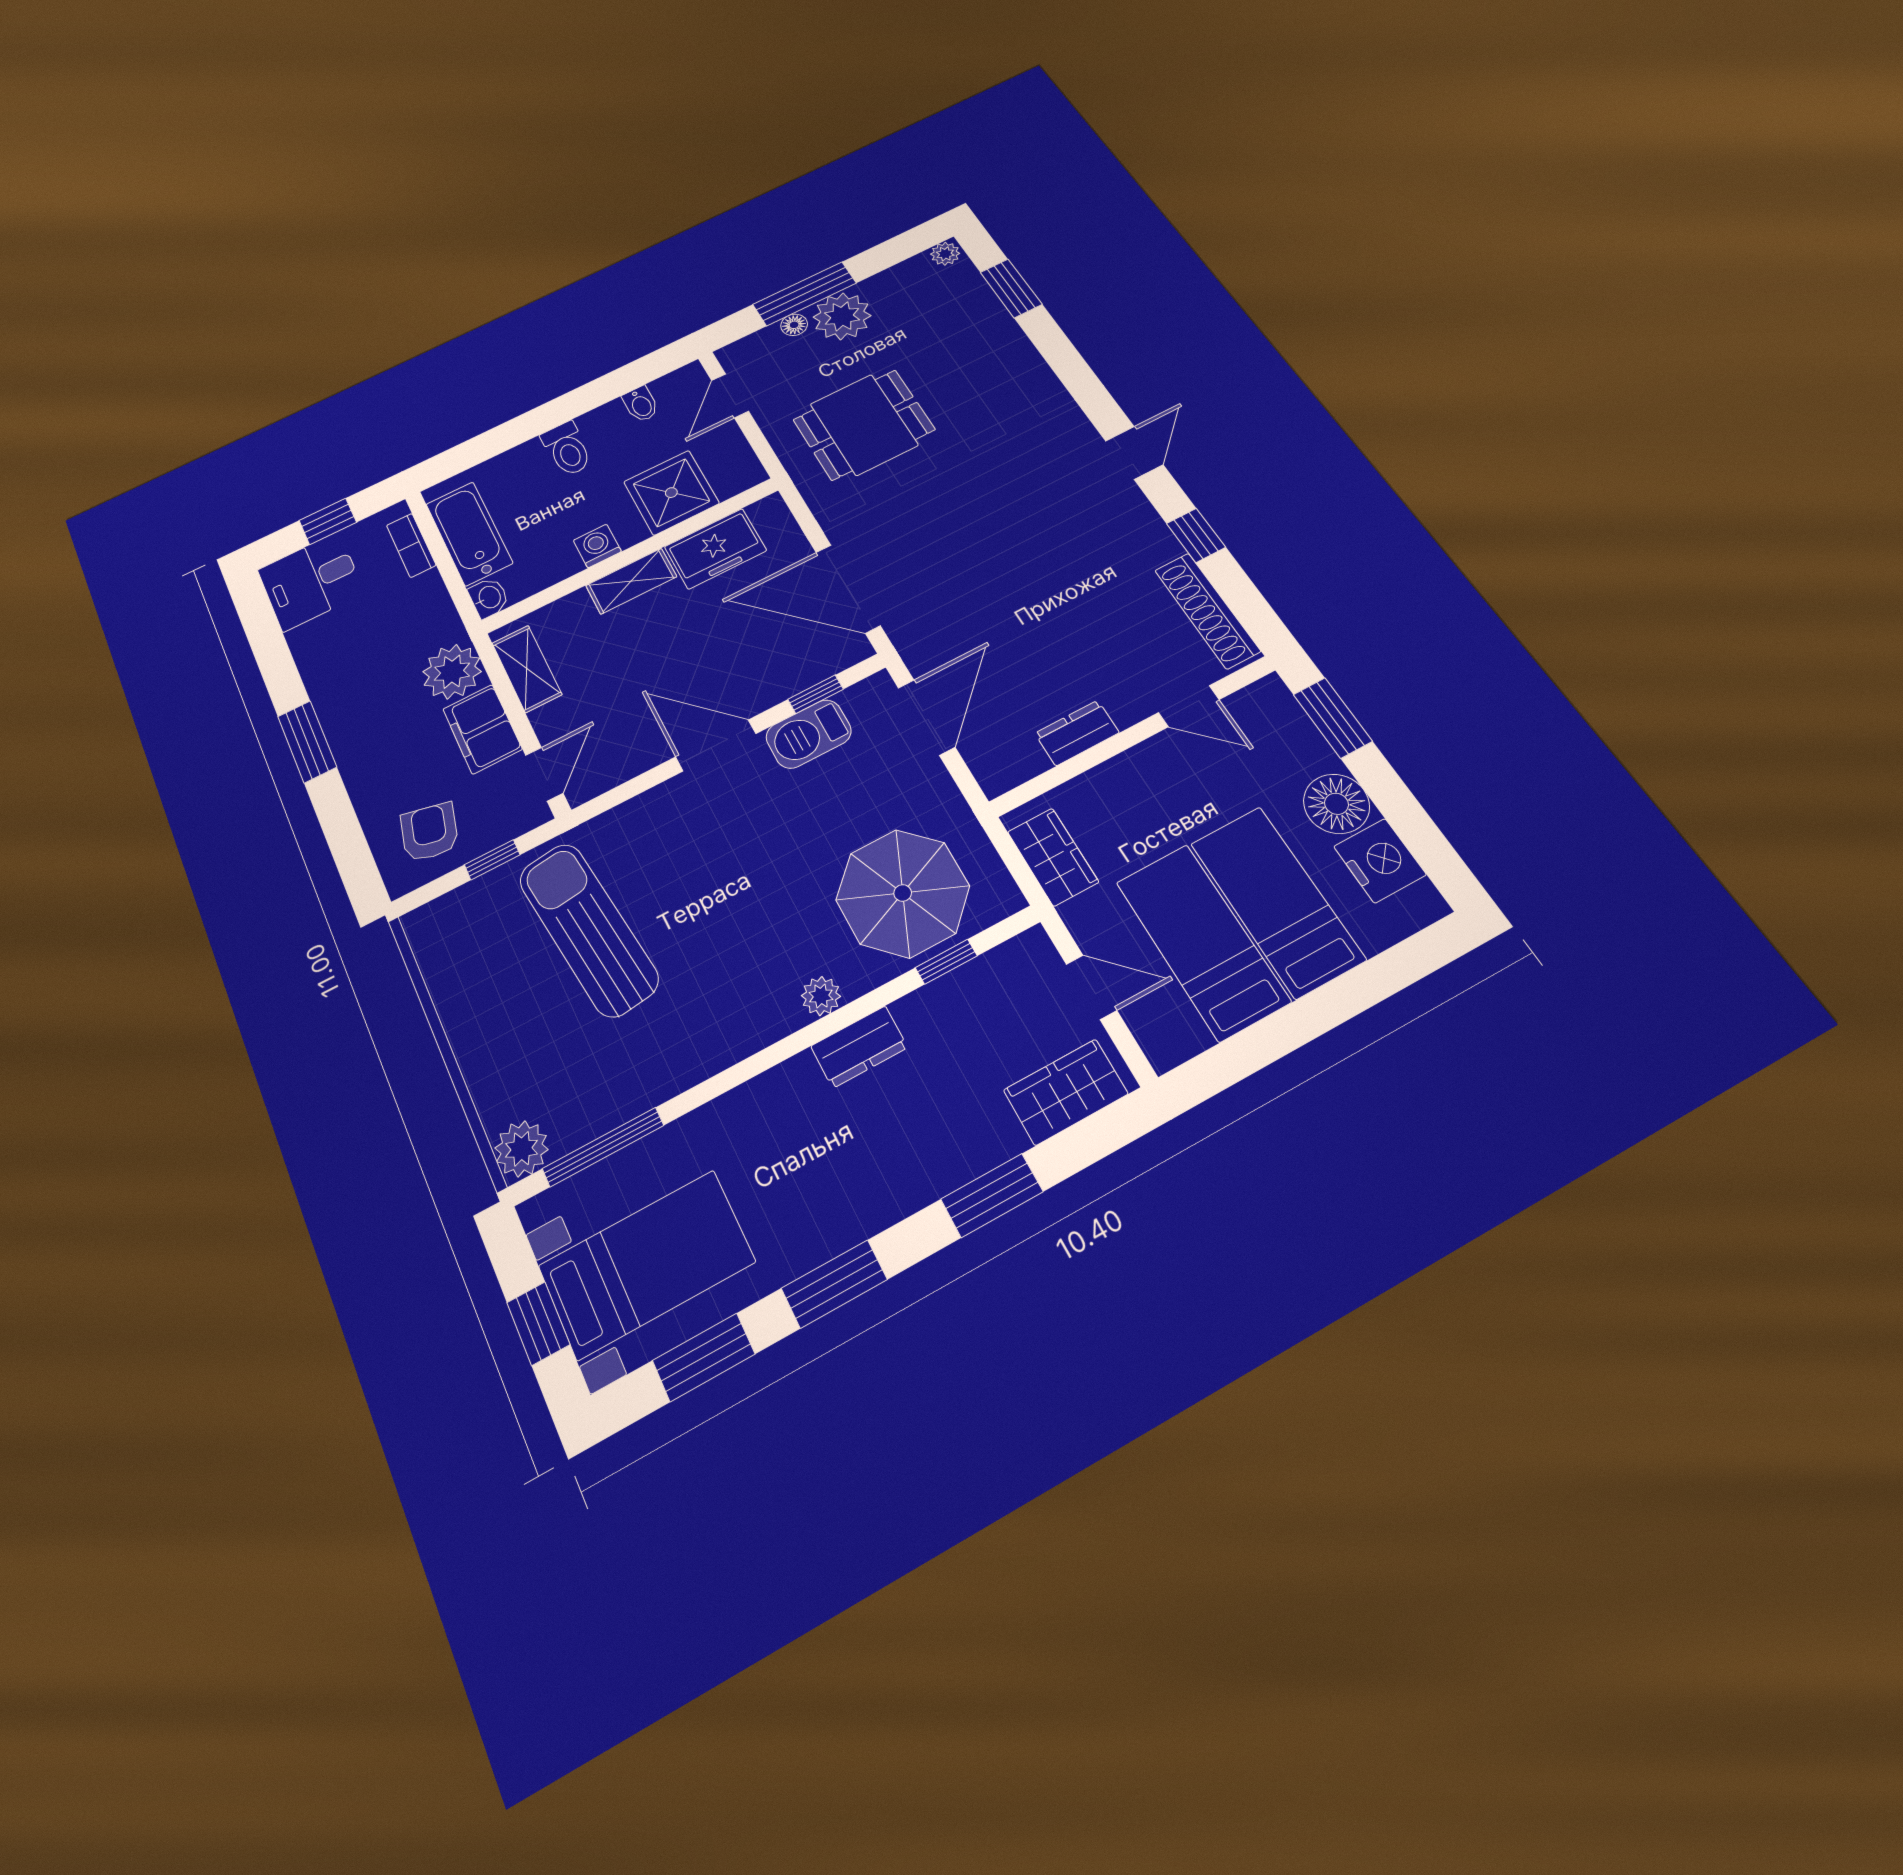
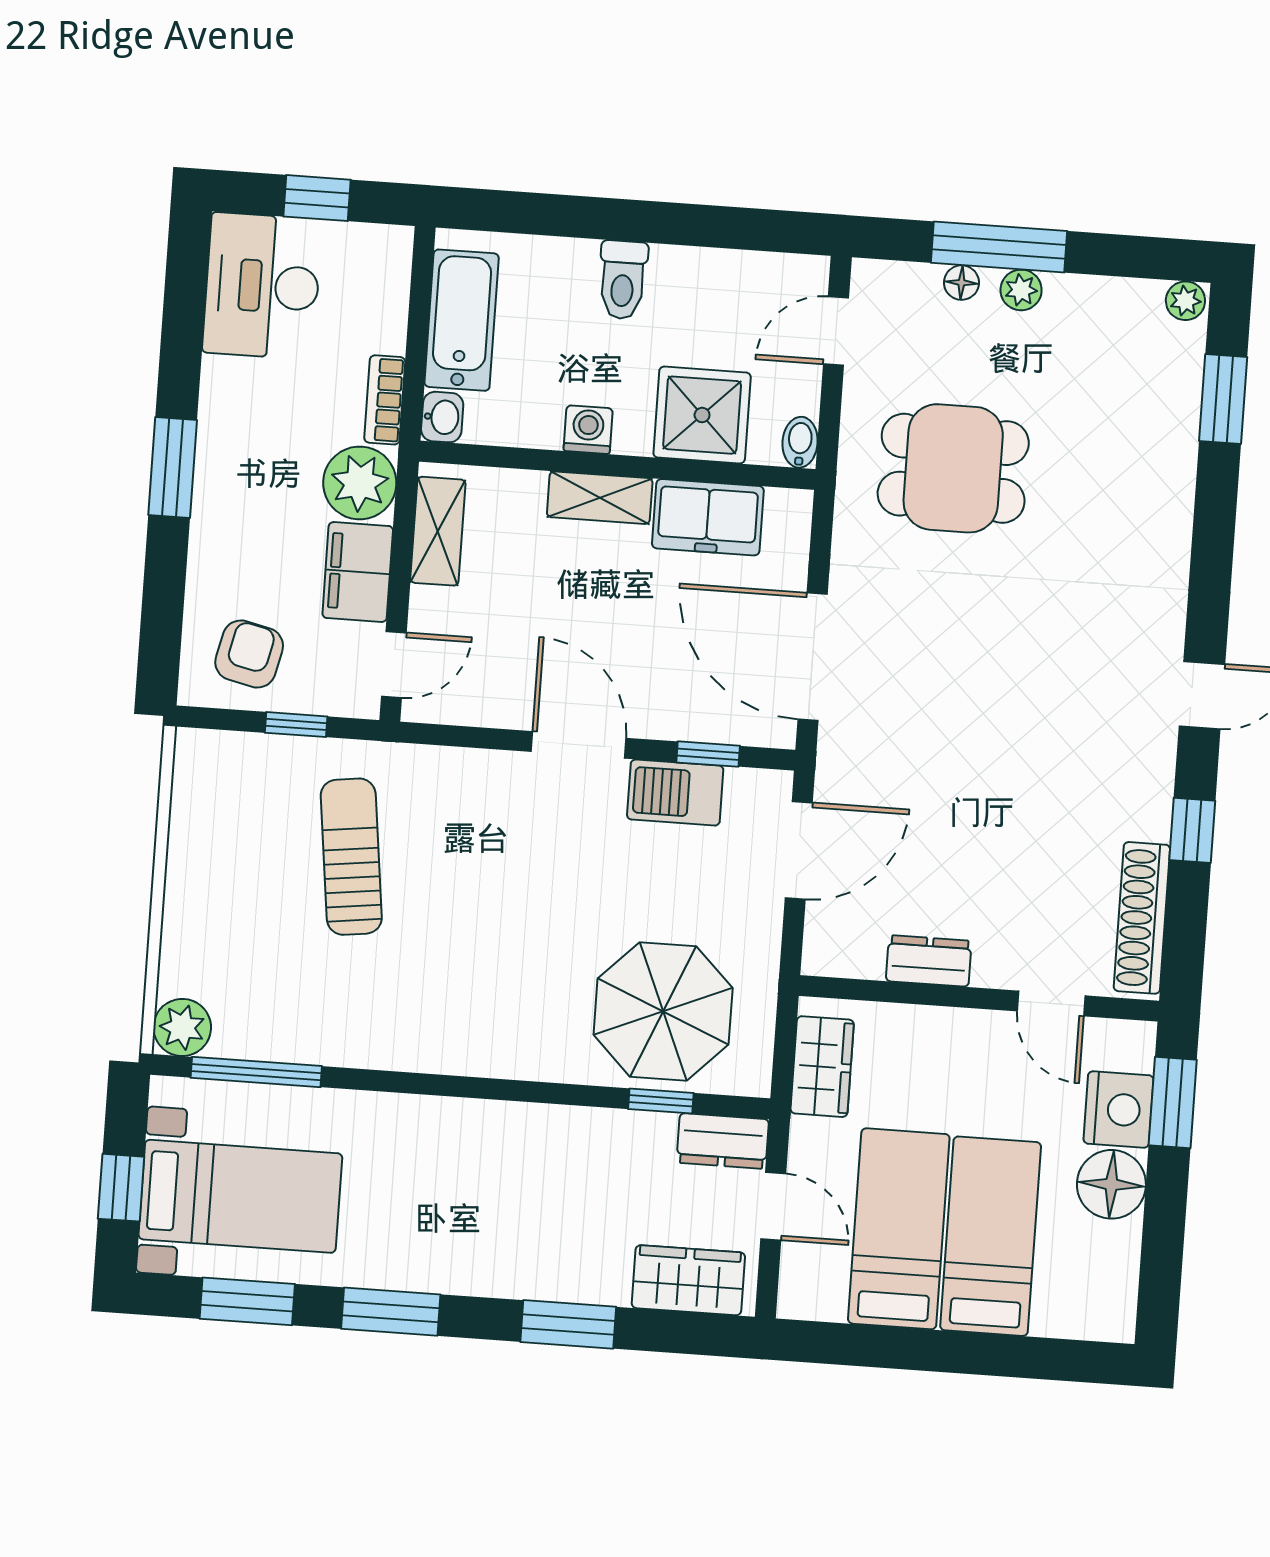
plant: (842, 316) -> (1021, 290), width x0.53, depth x0.53
bidet: (641, 404) -> (800, 442), moved, turned 180
bookcase: (411, 545) -> (385, 400), moved
desk: (311, 581) -> (262, 286), width x1.37
nightstand: (1380, 861) -> (1119, 1110), moved
sun lounger: (588, 929) -> (351, 857), width x0.73, depth x0.75
plant: (821, 996) -> (529, 1060), removed
dresser: (859, 1047) -> (723, 1141), moved

